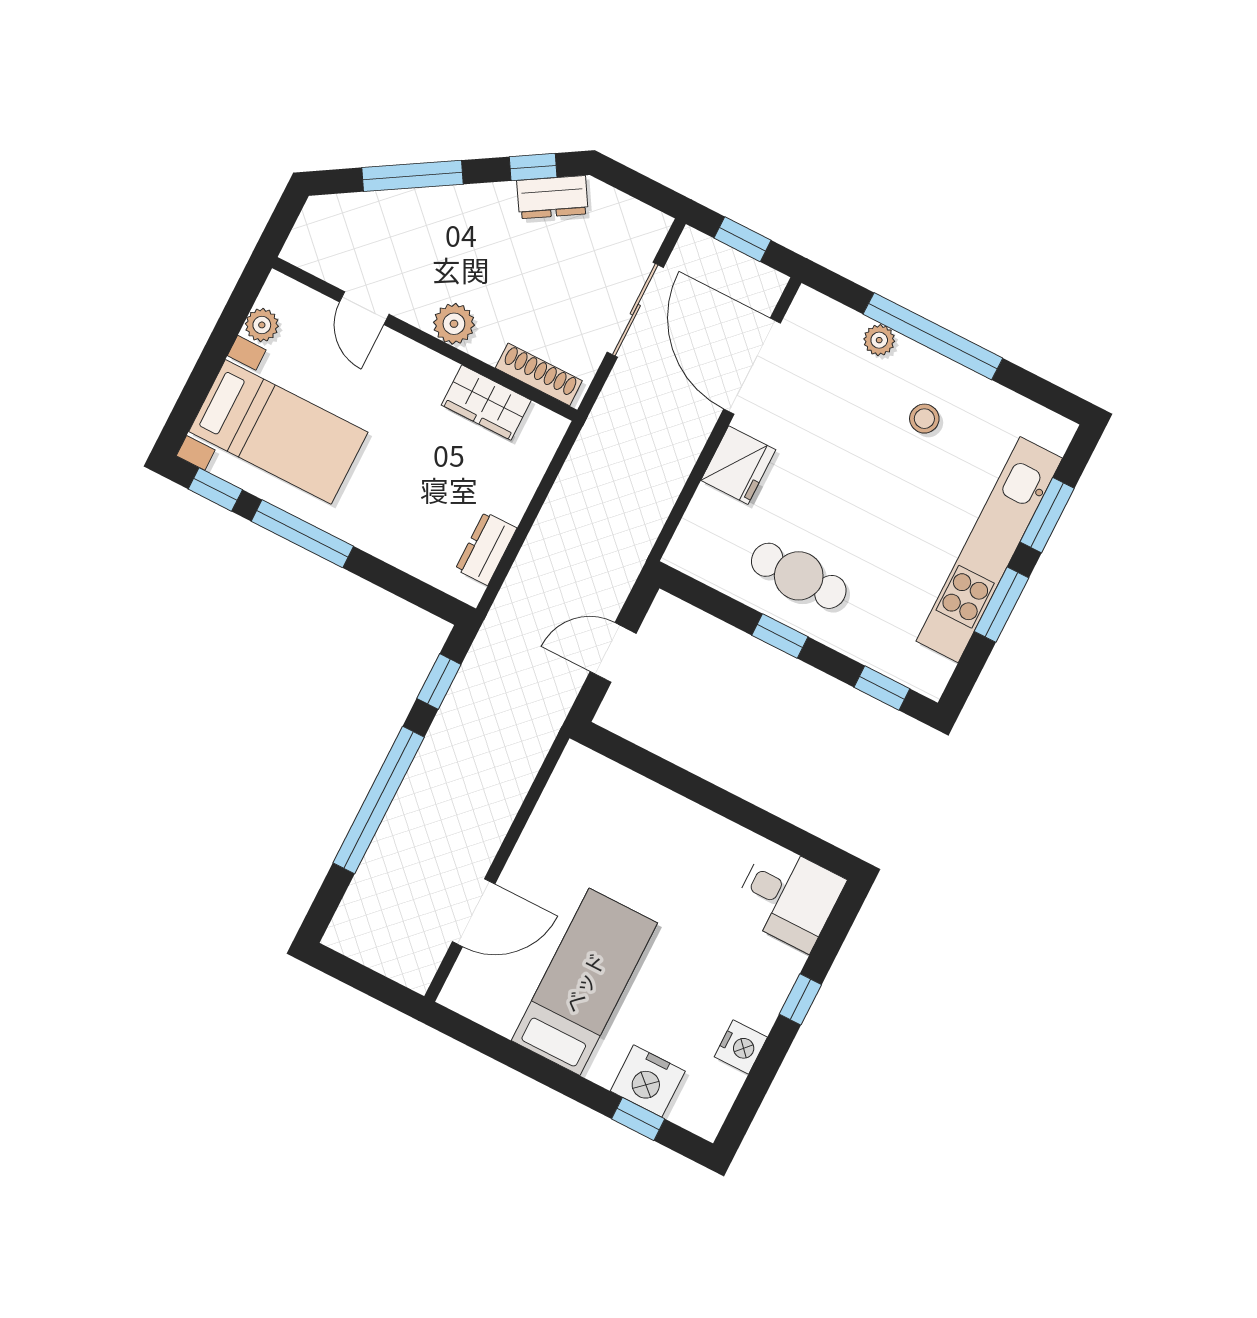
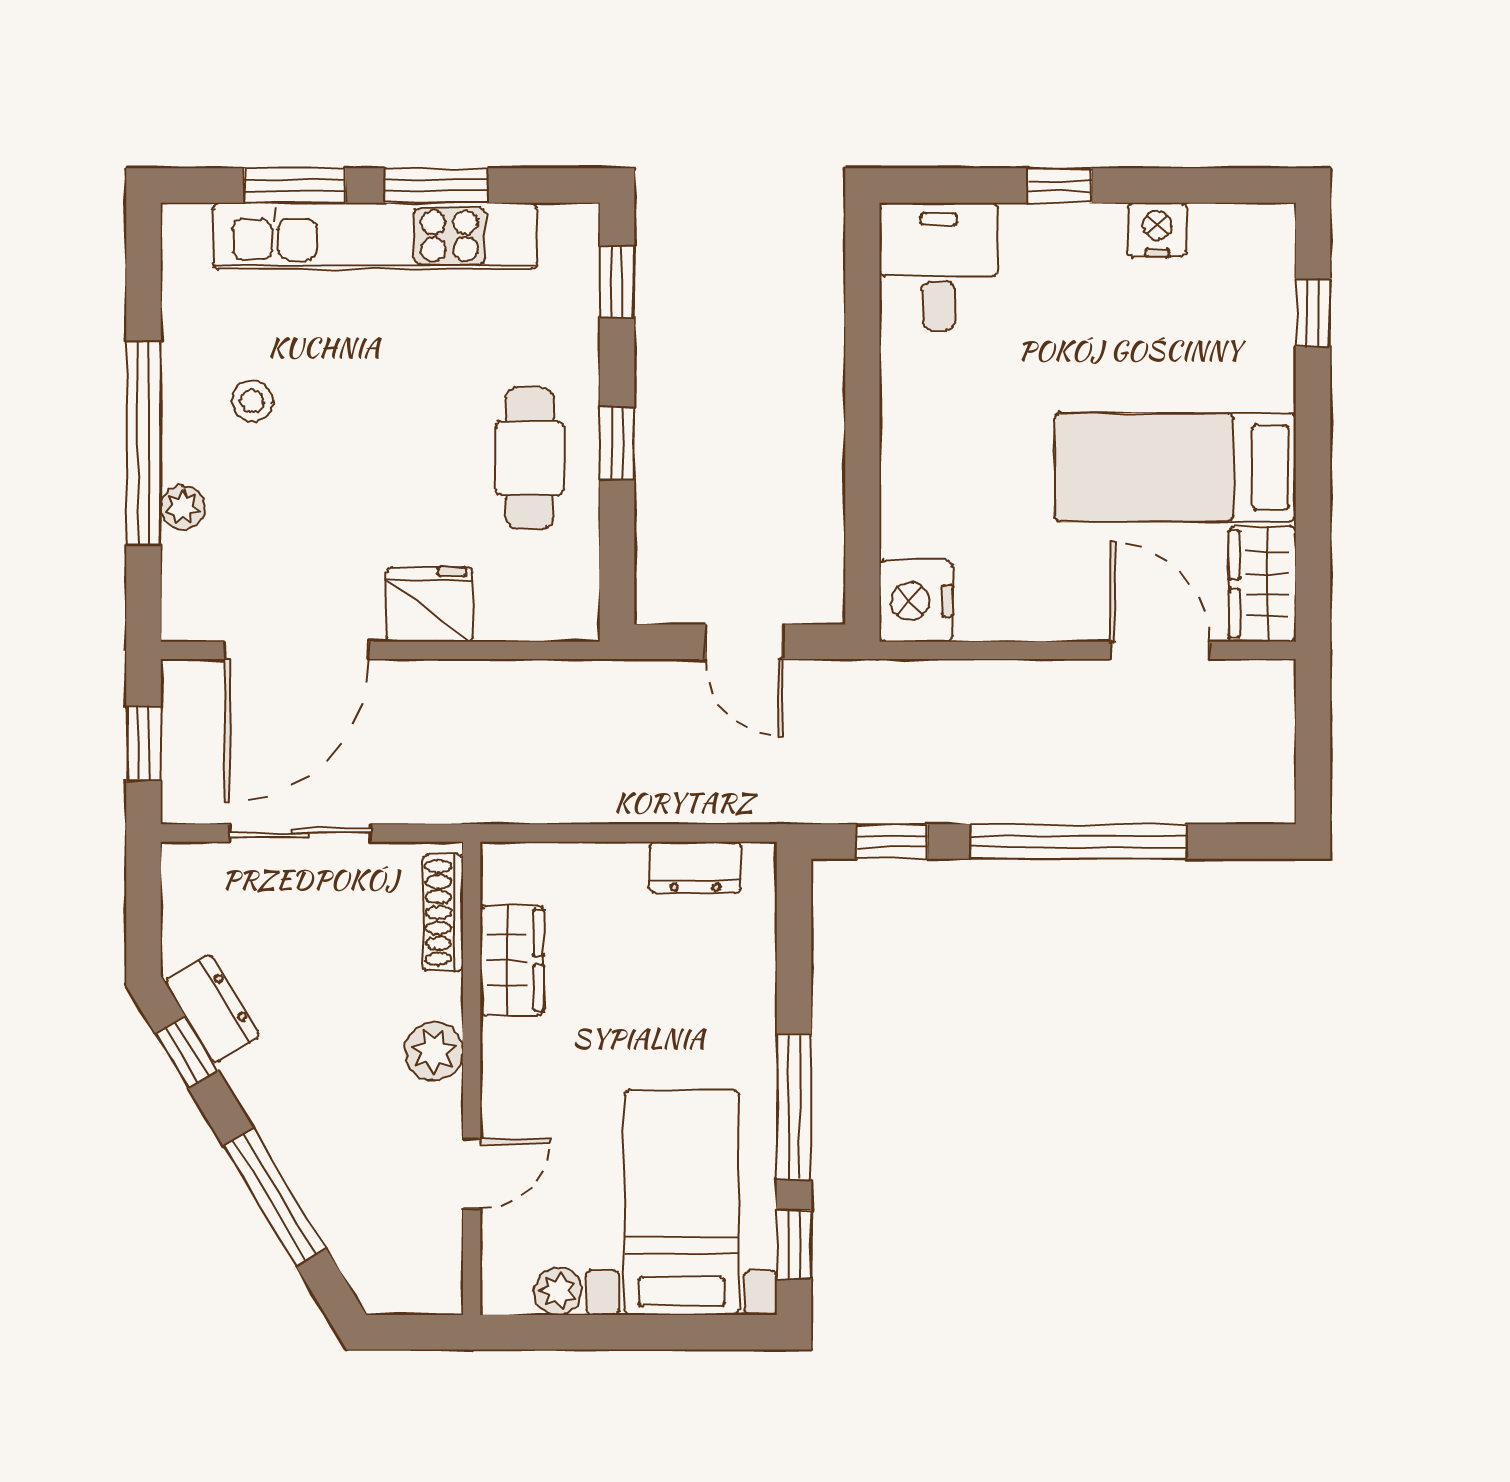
wardrobe: (483, 999) -> (1262, 584), added
nightstand: (648, 1081) -> (916, 601), moved, turned 180

